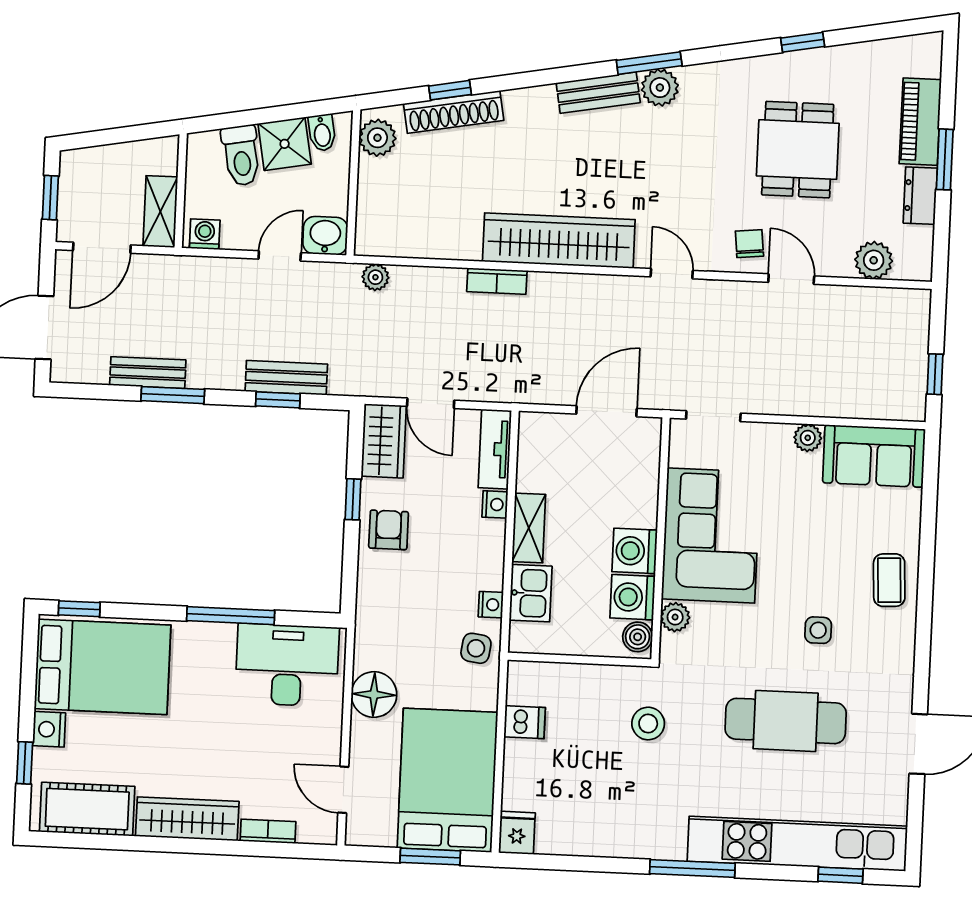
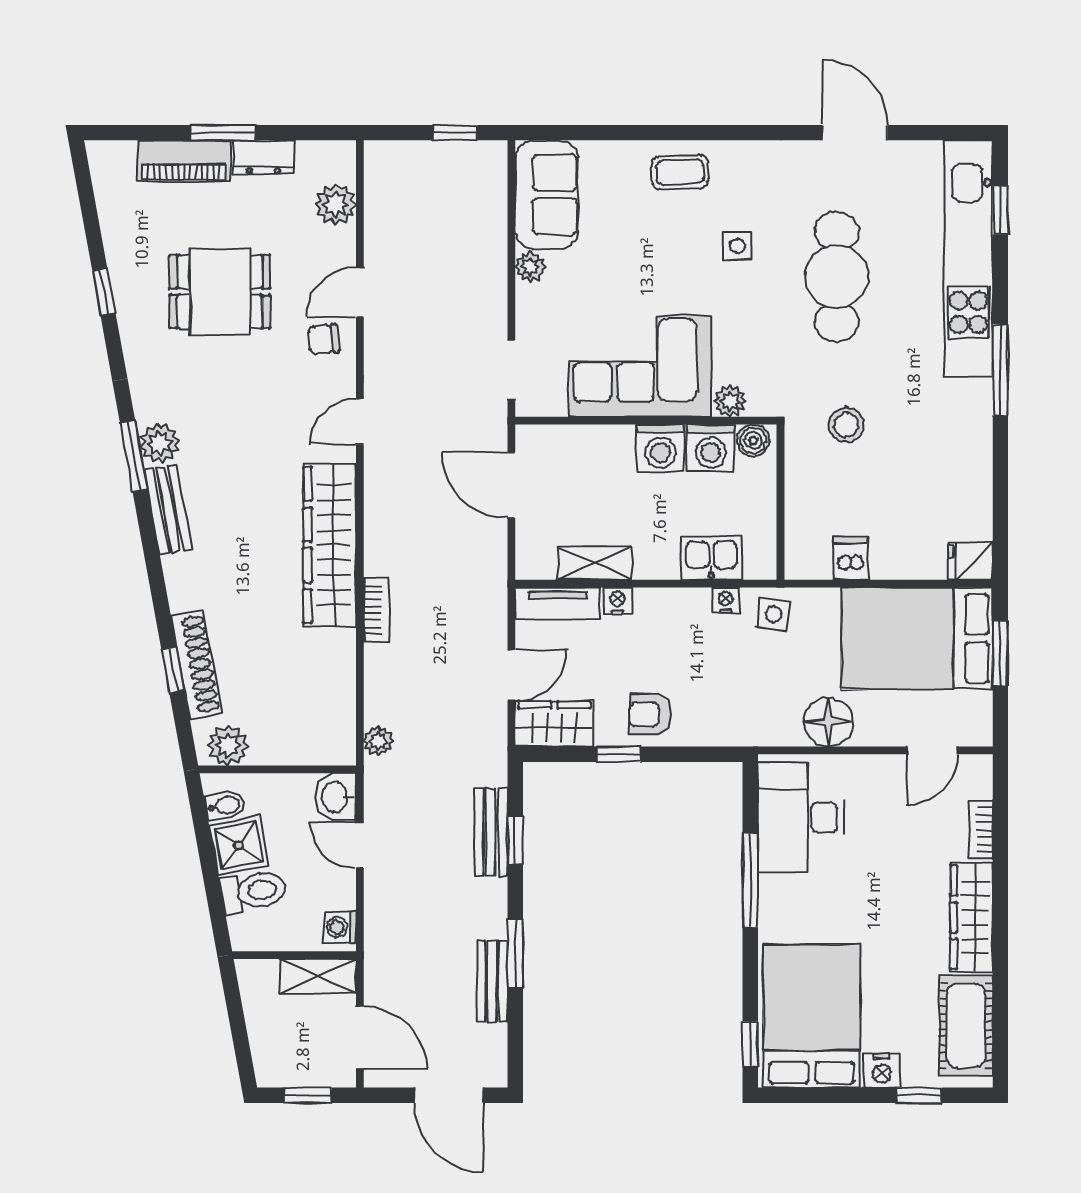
shelving: (529, 528) -> (595, 563), moved

